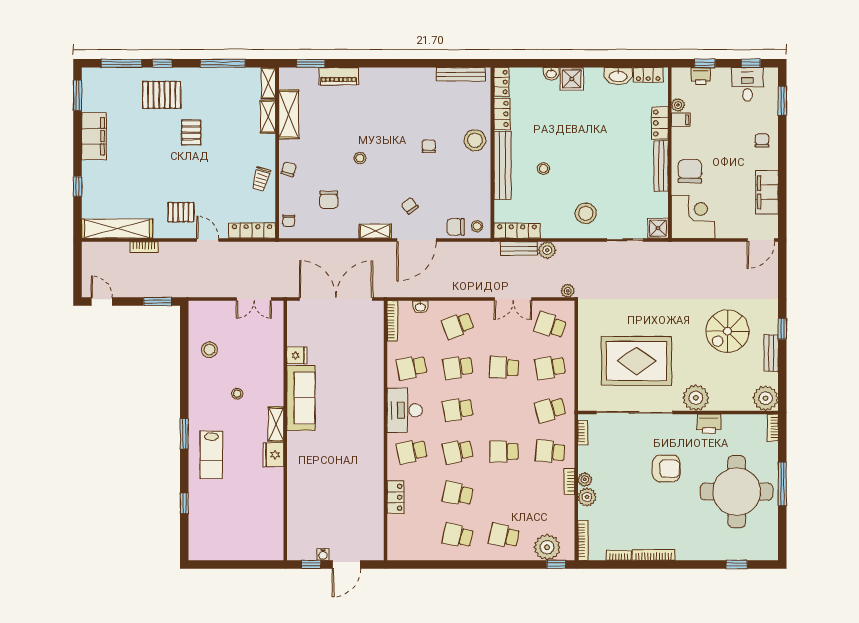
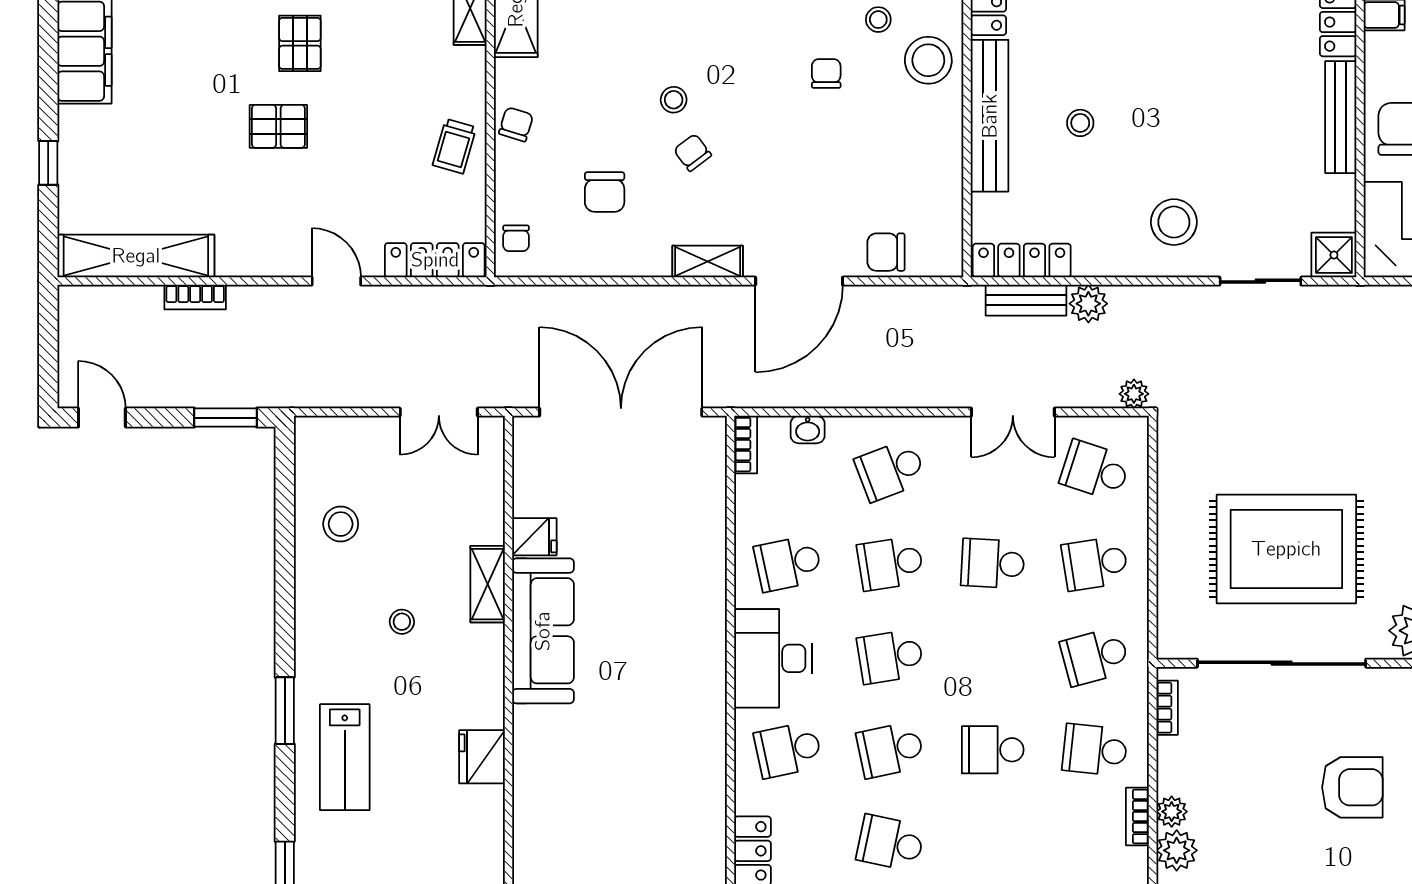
chair: (410, 206) -> (693, 153), moved
pallet: (181, 212) -> (278, 126), moved
stool: (477, 226) -> (878, 20), moved
bookcase: (392, 321) -> (746, 445), width x0.64
shelving: (276, 424) -> (488, 584), moved

